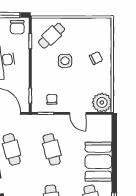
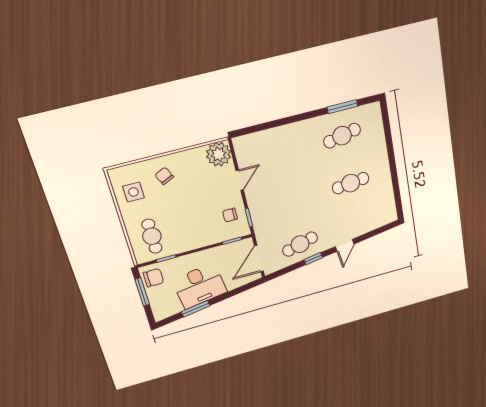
cafe table: (52, 36) -> (152, 236), turned 43
side table: (65, 61) -> (134, 192), moved
cafe table: (52, 149) -> (290, 199), removed
booth: (98, 162) -> (293, 140), removed

